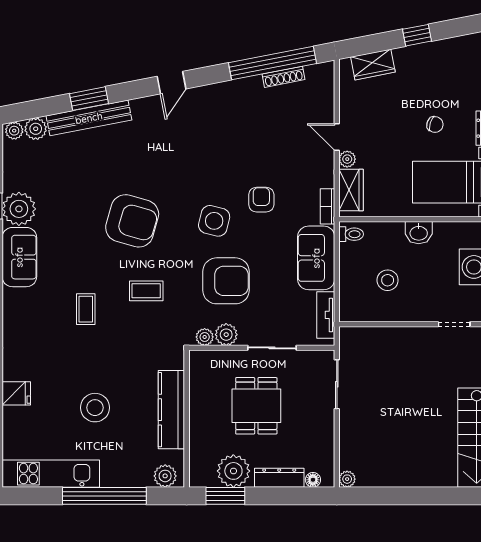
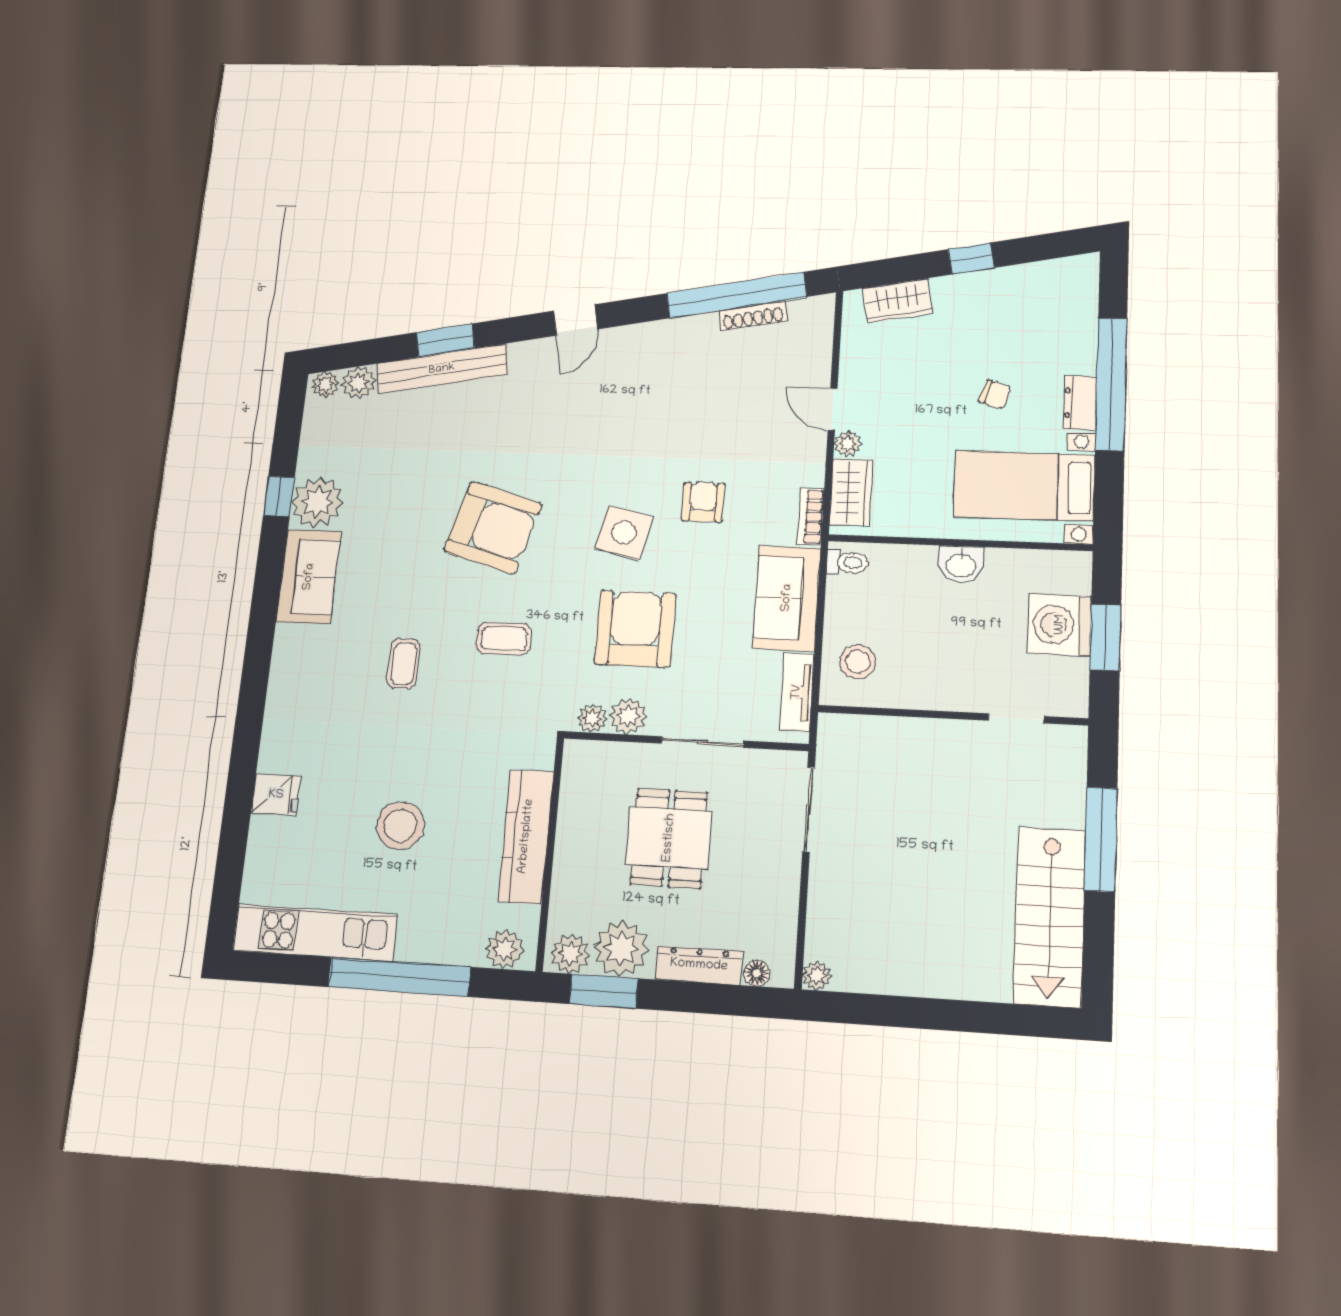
stool: (388, 280) -> (858, 662), moved
armchair: (226, 281) -> (635, 629), turned -90
plant: (204, 476) -> (570, 954), added

